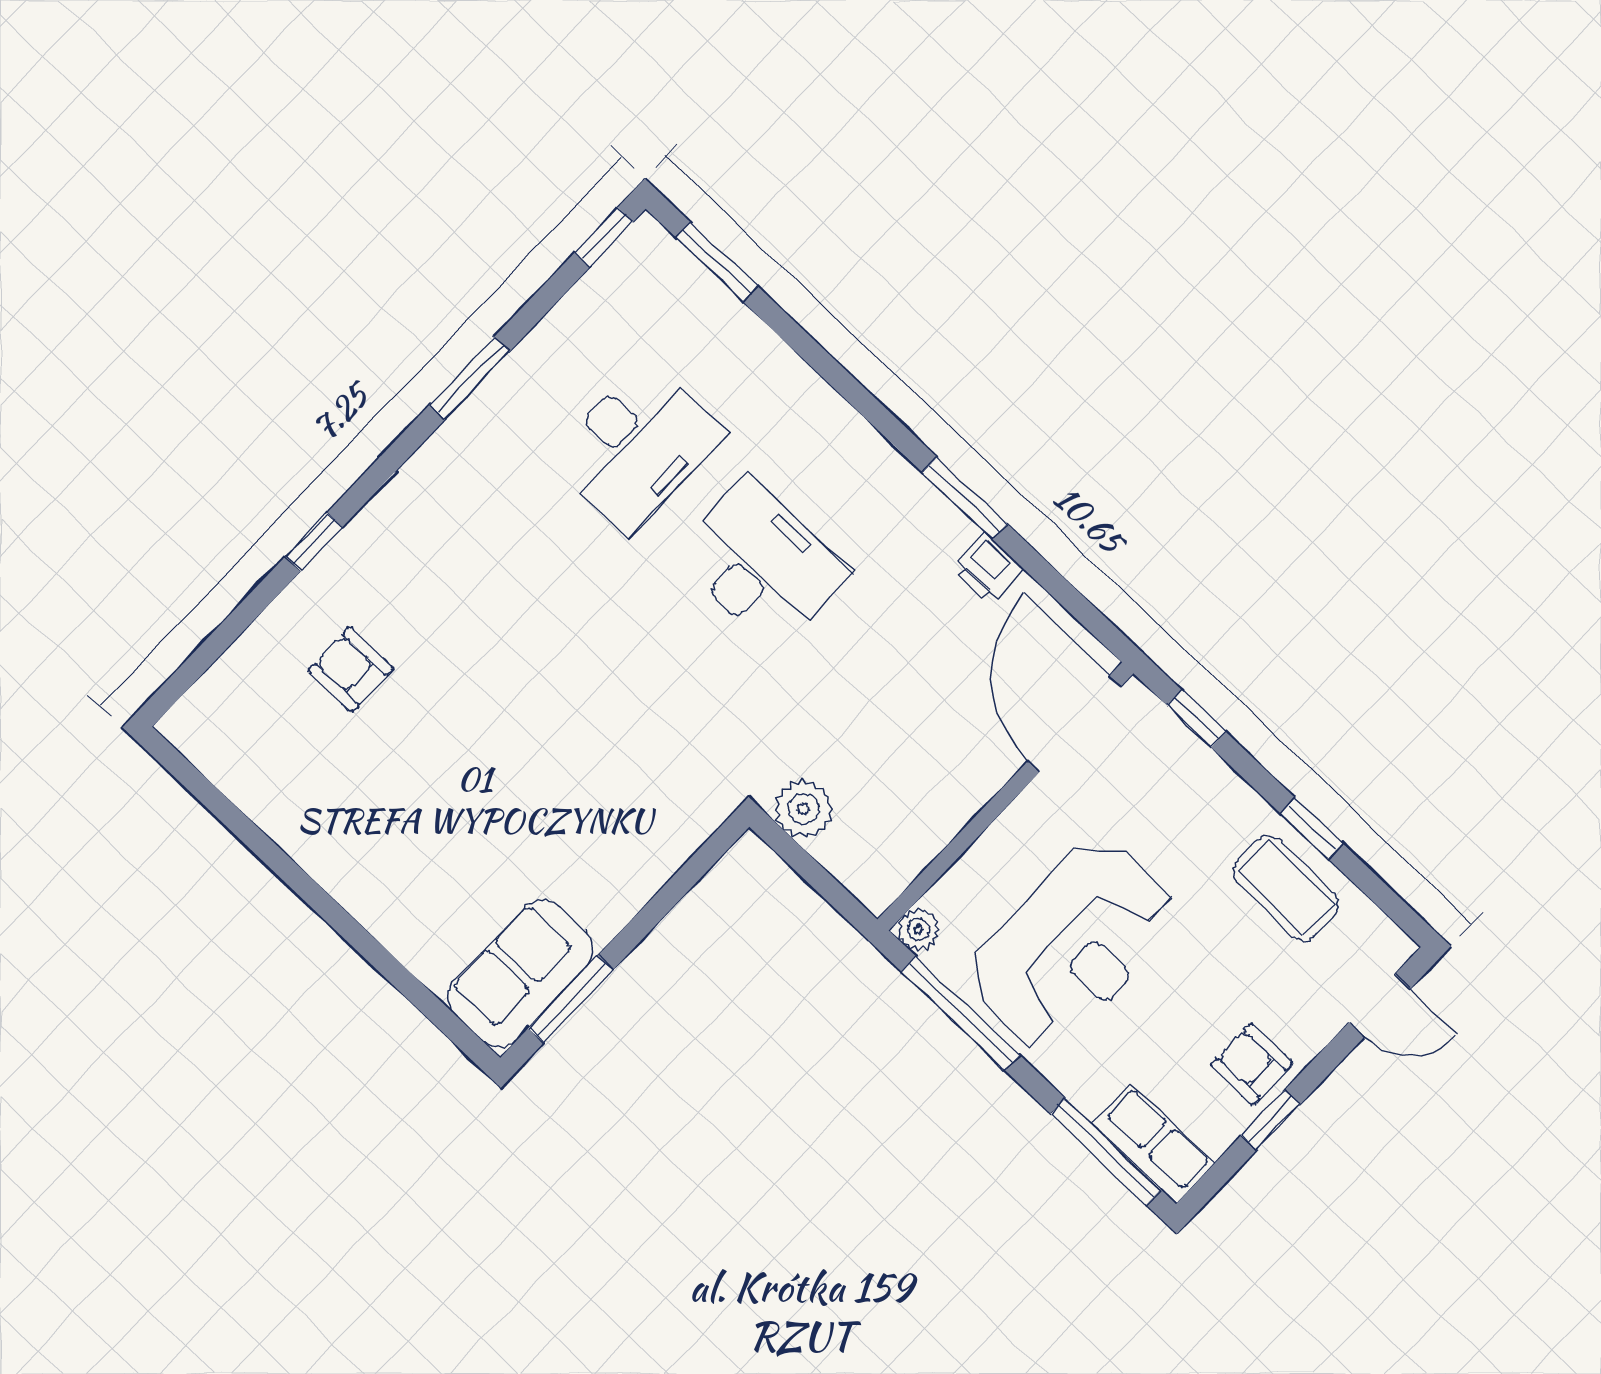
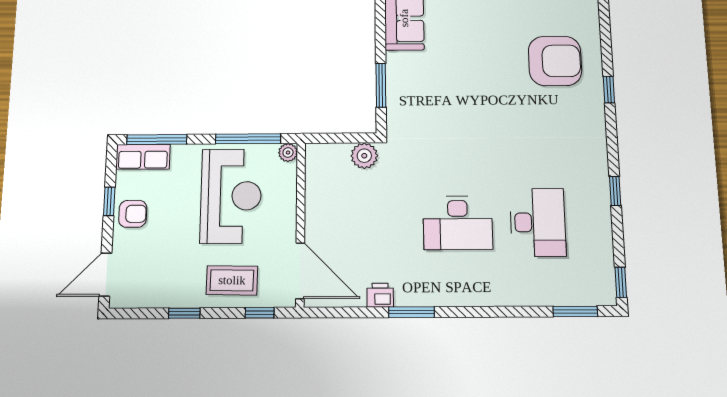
window: (470, 378) -> (615, 191), width x0.67
desk: (638, 446) -> (538, 222), turned 180
armchair: (351, 670) -> (555, 61), width x1.88, depth x1.88
coffee table: (1286, 888) -> (232, 280), moved
reception desk: (1072, 945) -> (231, 196), turned 180
window: (571, 999) -> (381, 85), moved
door: (1380, 1006) -> (105, 275), width x1.38

